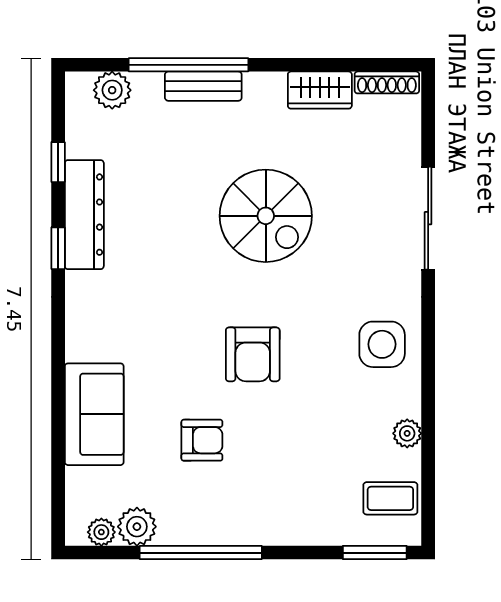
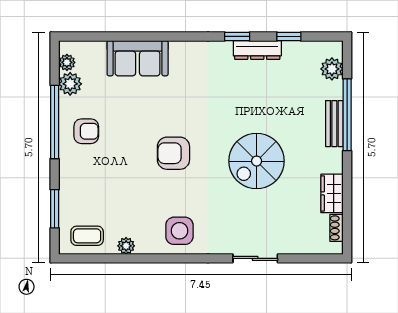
shoe rack: (387, 82) -> (337, 228), width x0.70
dresser: (84, 215) -> (257, 50), width x0.73, depth x0.80
sliding door: (428, 218) -> (255, 258), width x0.73
armchair: (202, 440) -> (86, 131), moved, turned -90
coffee table: (390, 498) -> (87, 236), turned 90
window: (375, 553) -> (55, 209), moved

